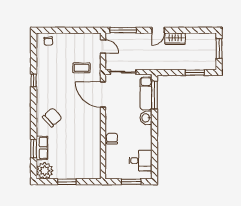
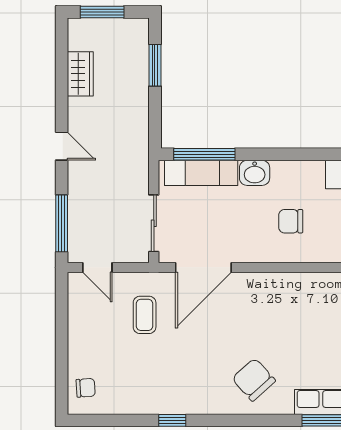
wardrobe: (175, 39) -> (80, 74), moved
door: (103, 46) -> (97, 267), swing flipped
chair: (112, 139) -> (291, 221), moved

